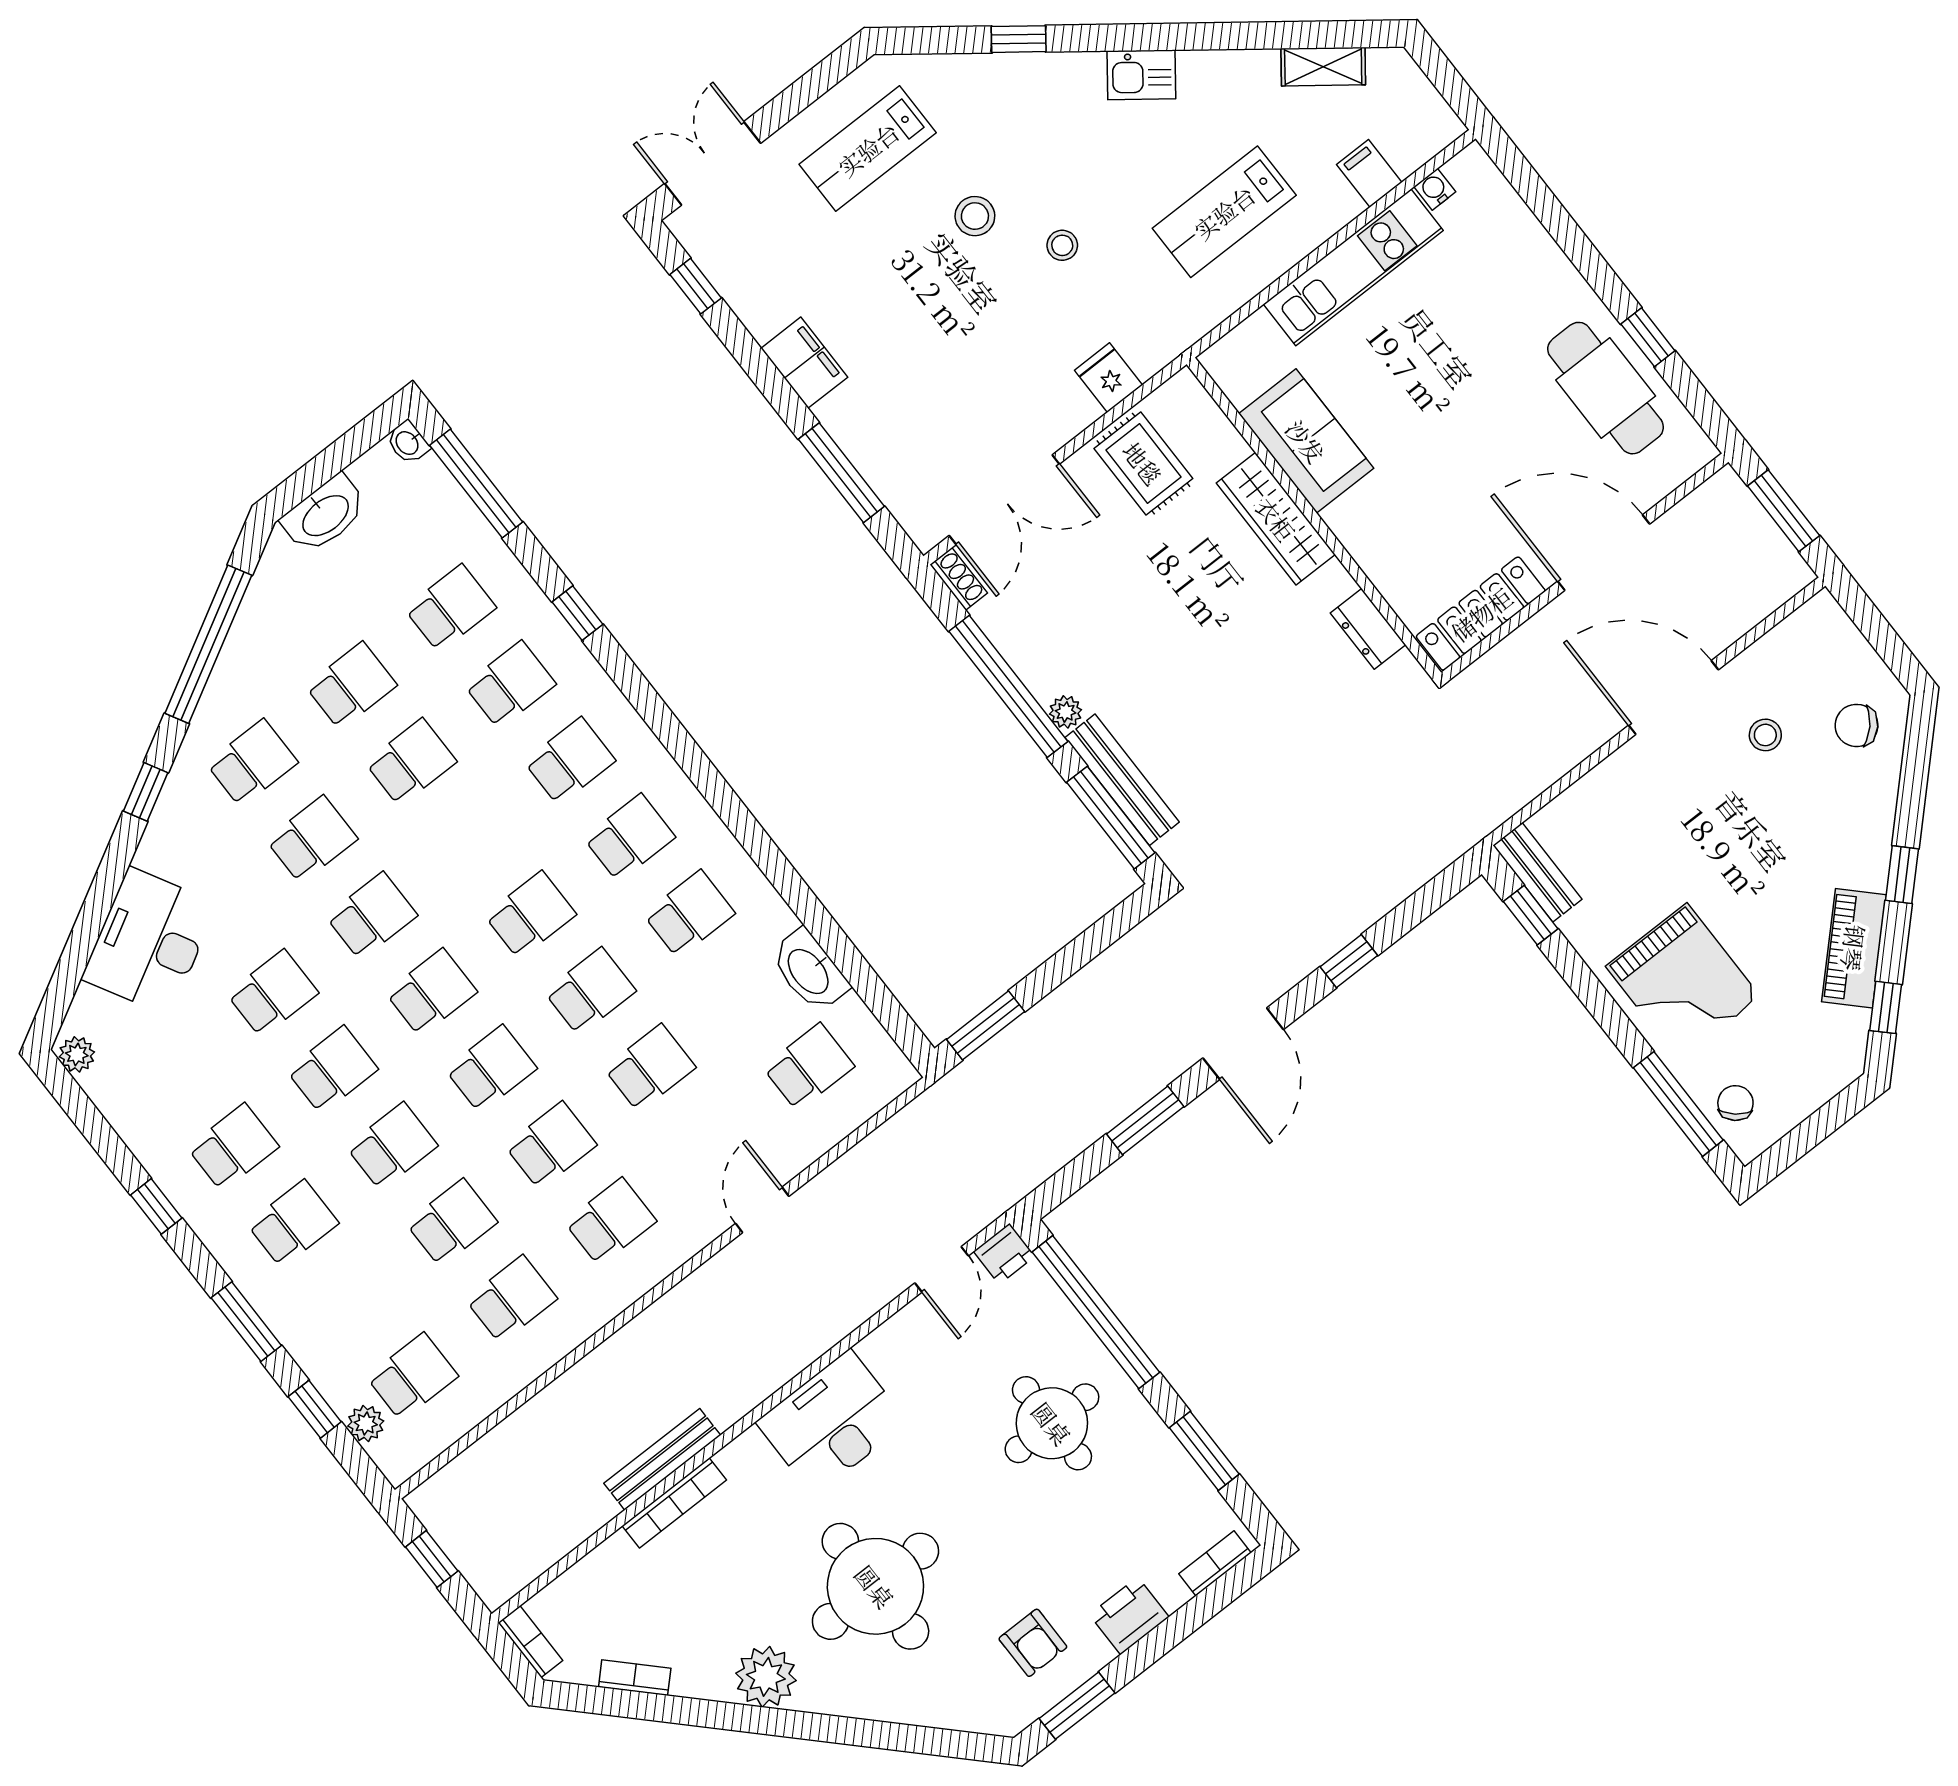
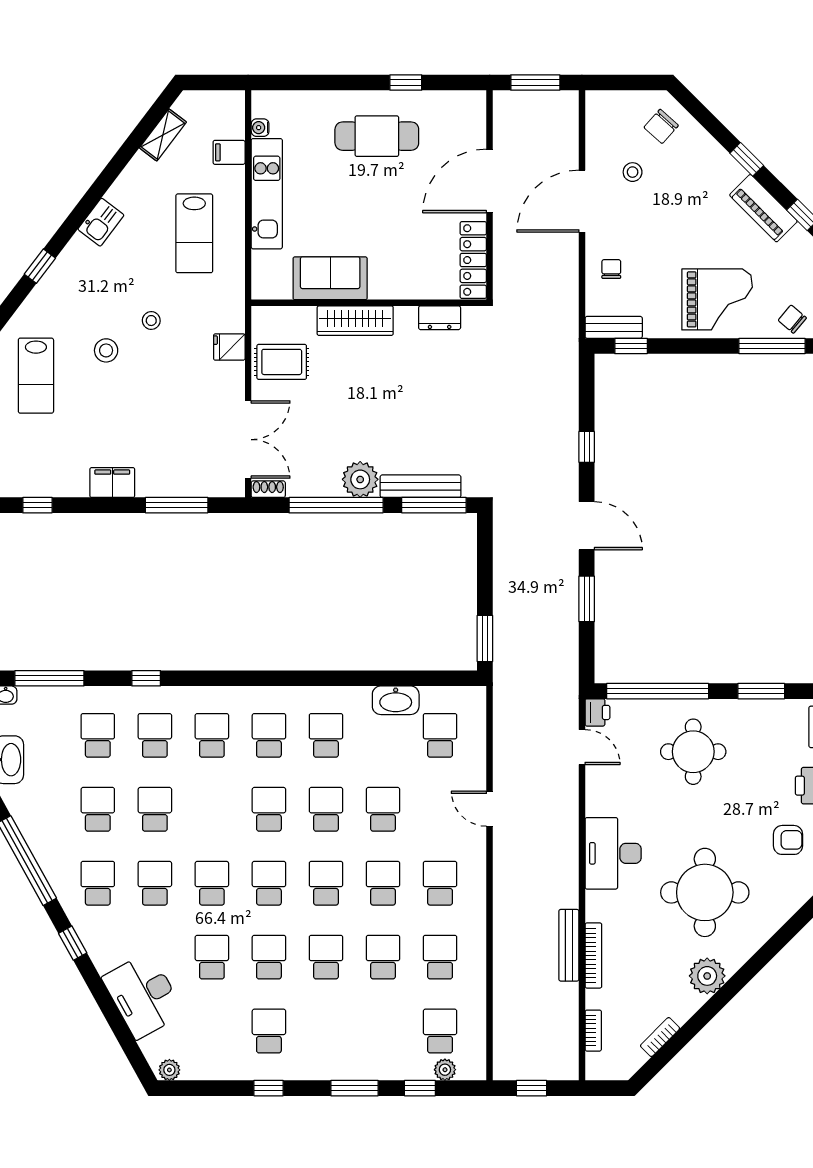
cafe table: (1606, 388) -> (377, 136), moved
plant: (1066, 712) -> (360, 479), width x1.88, depth x1.88
chair: (1613, 808) -> (611, 269), added
school desk: (293, 1224) -> (326, 1031), removed
bookcase: (530, 1641) -> (593, 1031), moved, turned 90

